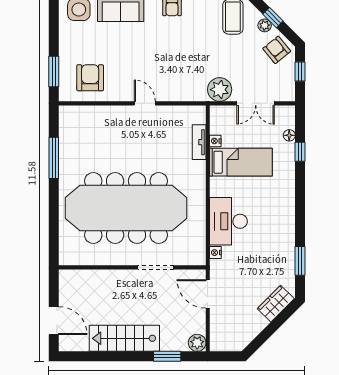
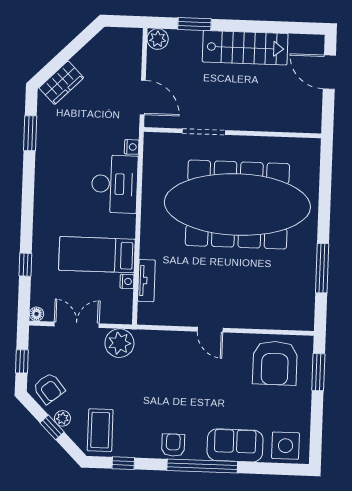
armchair: (90, 78) -> (275, 363), width x1.36, depth x1.36
floor lamp: (289, 135) -> (36, 314), moved

